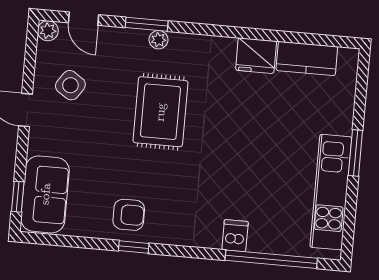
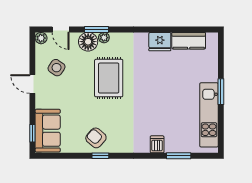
floor lamp: (130, 45) -> (88, 42), added
armchair: (129, 215) -> (96, 138), turned -139
window: (271, 259) -> (179, 156), width x0.47

